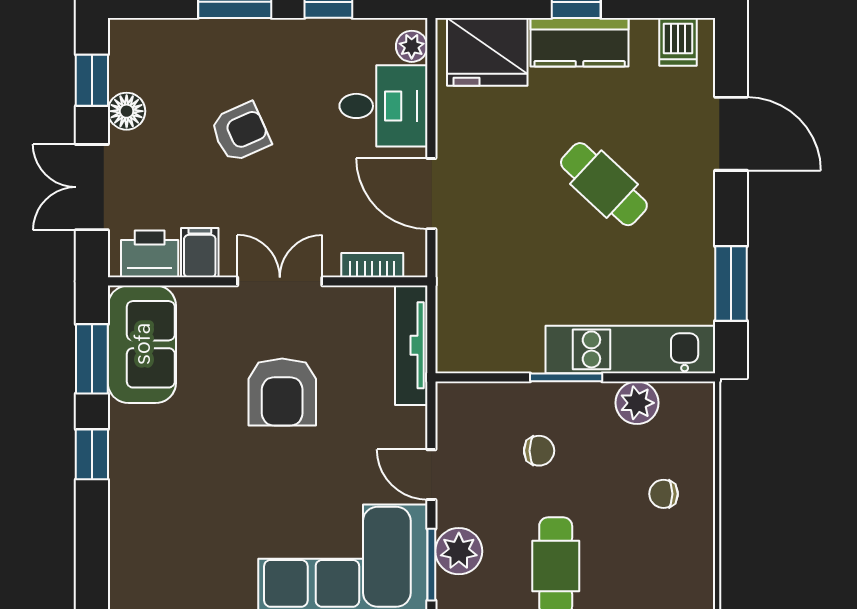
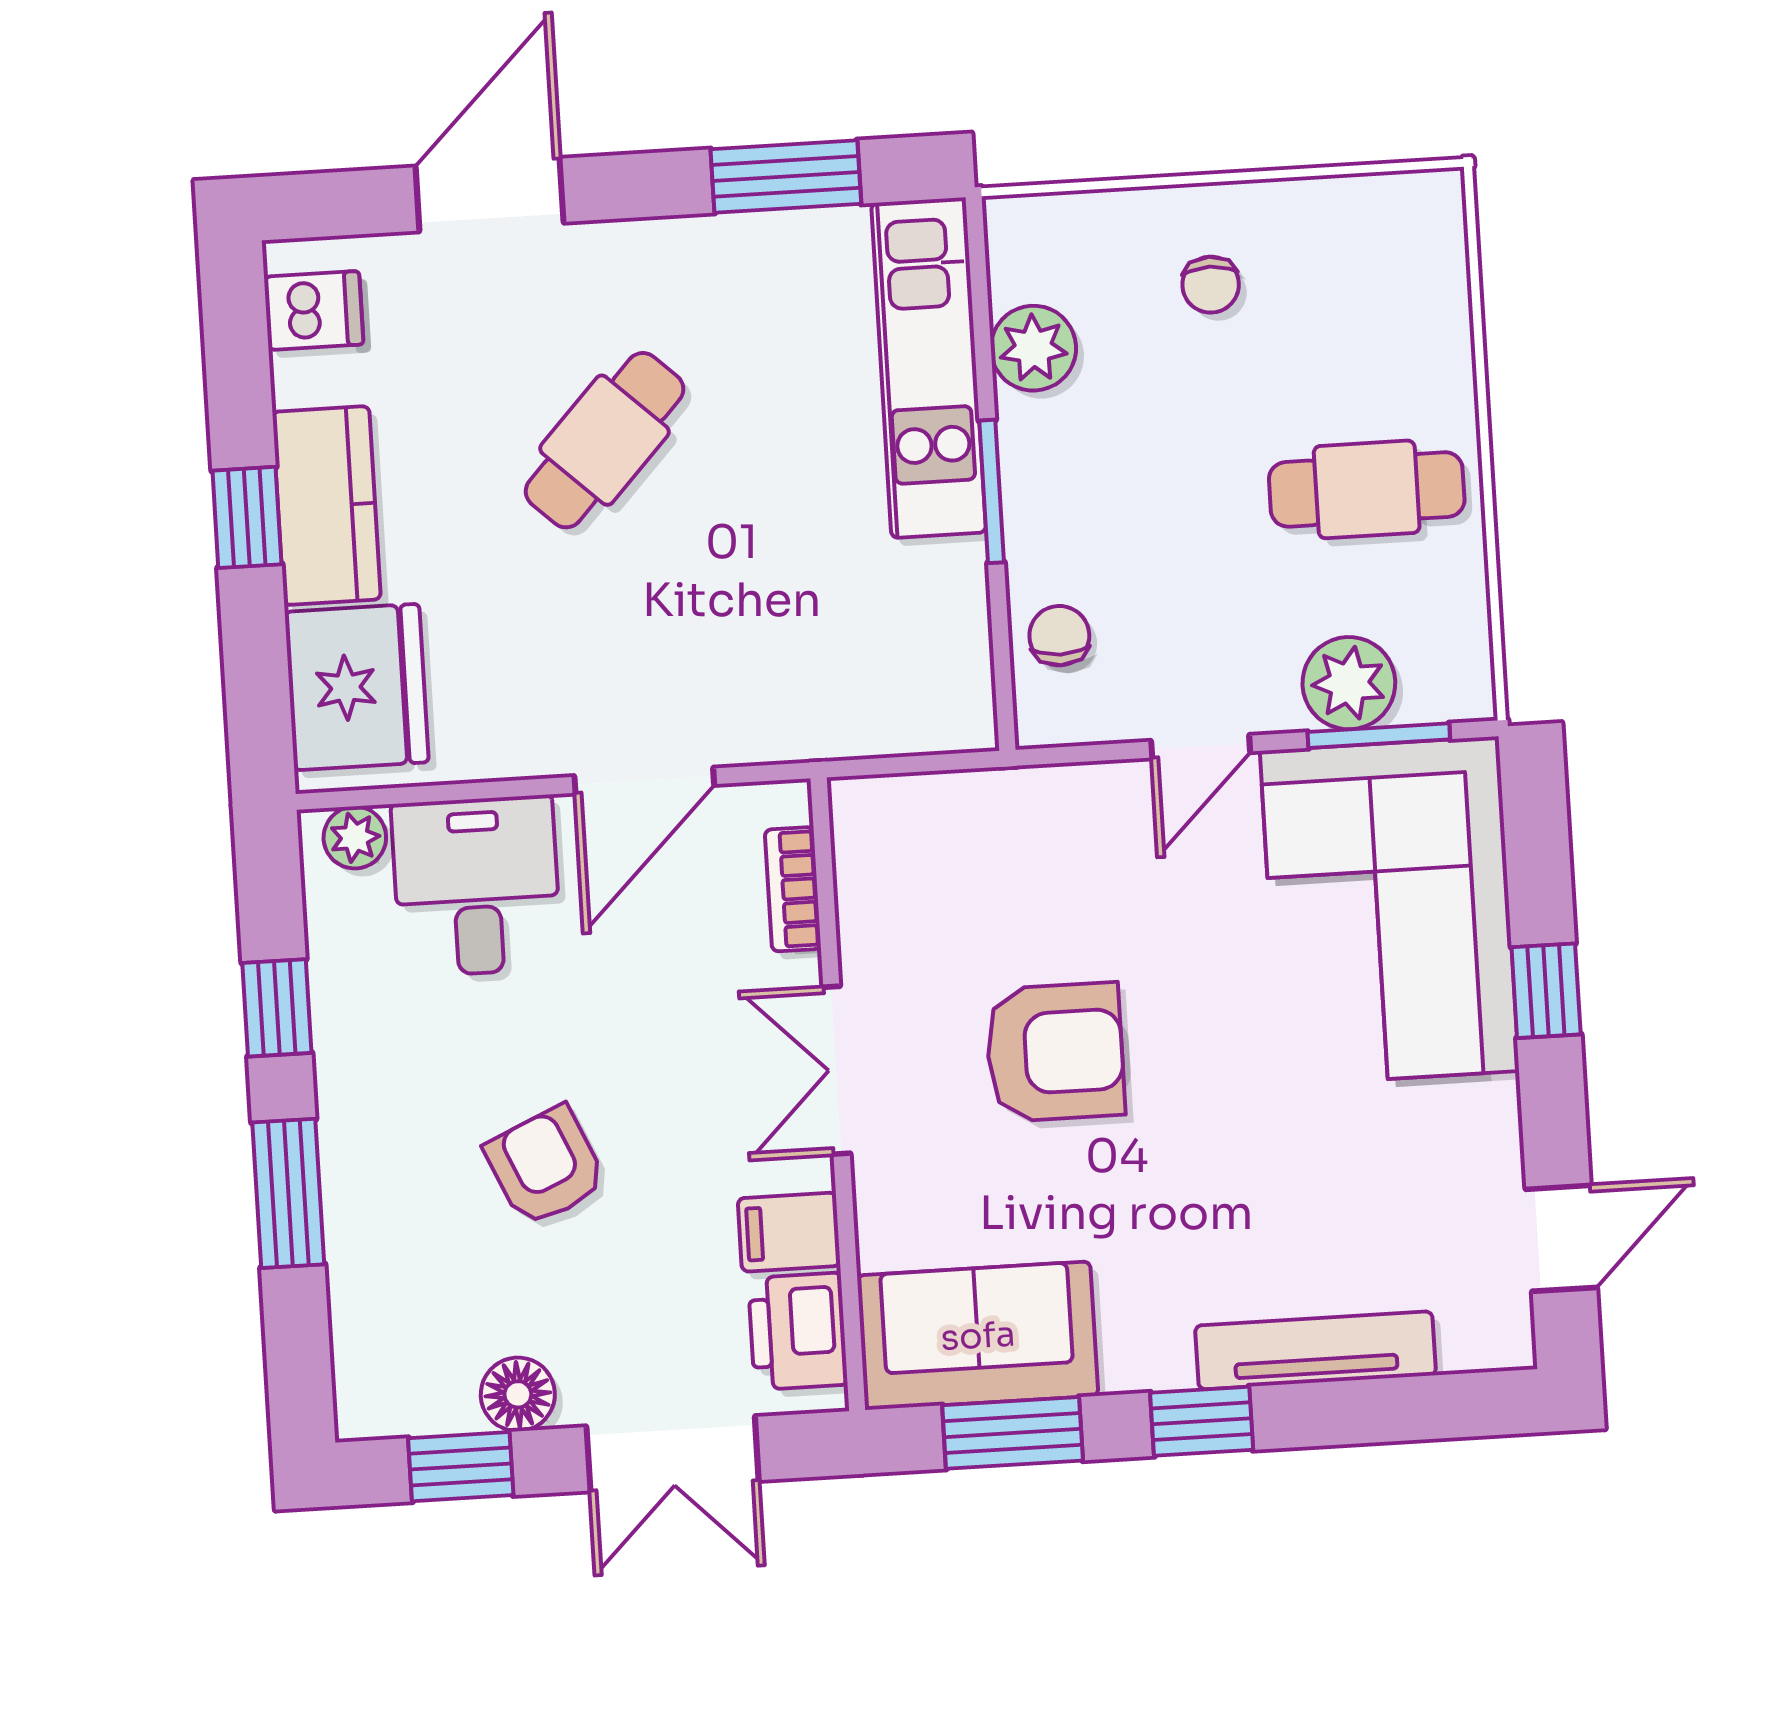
tv unit: (411, 345) -> (1315, 1350), moved, turned 180
chair: (539, 451) -> (1059, 636), moved

